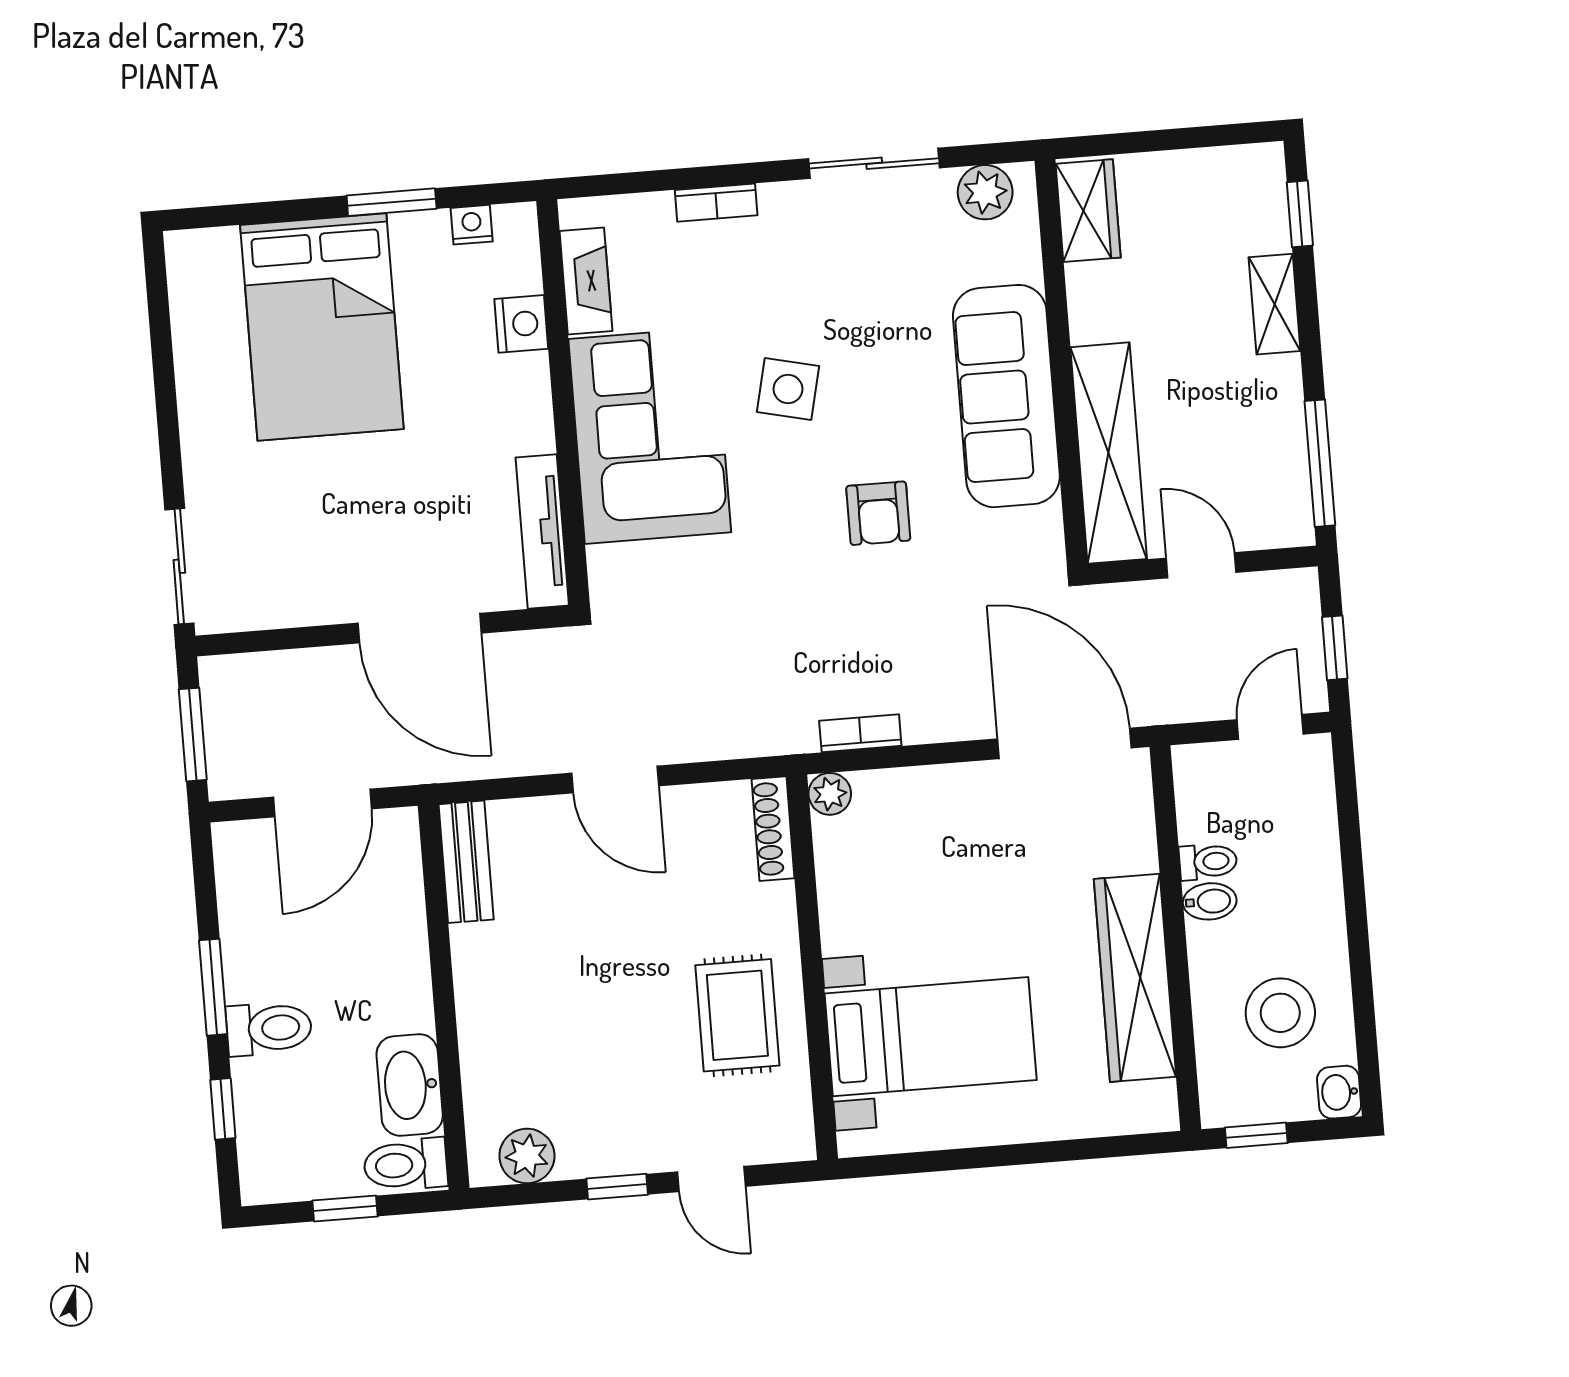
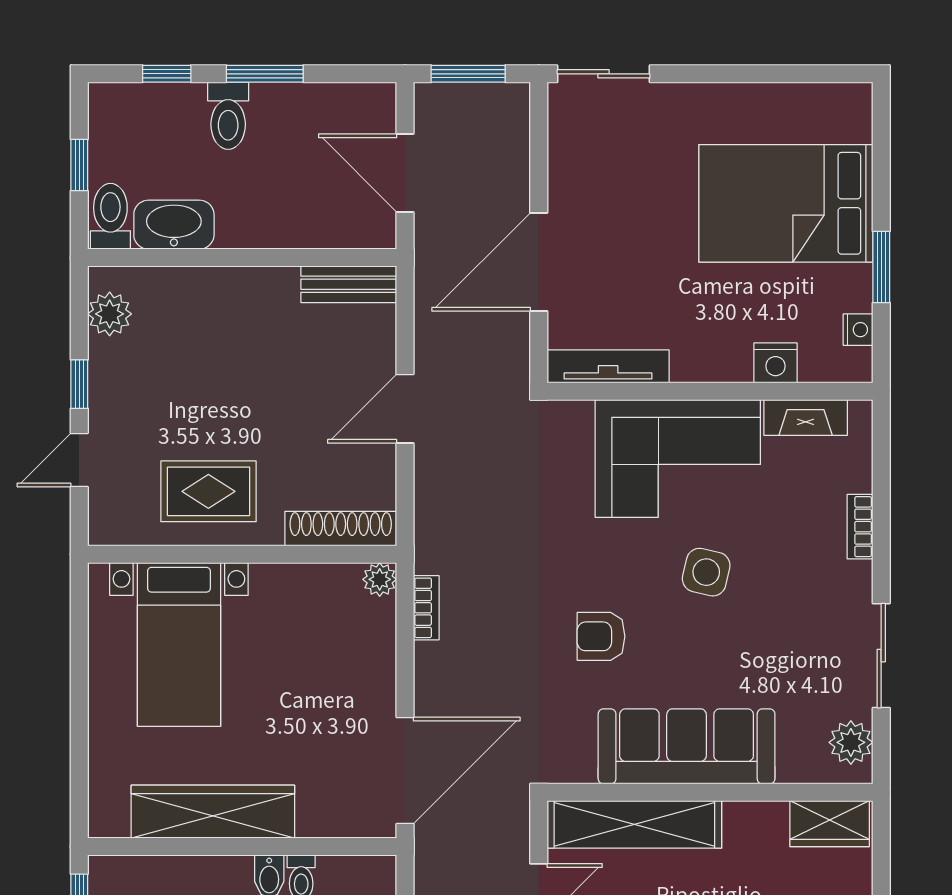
shoe rack: (773, 829) -> (341, 529), width x1.36, depth x1.24

